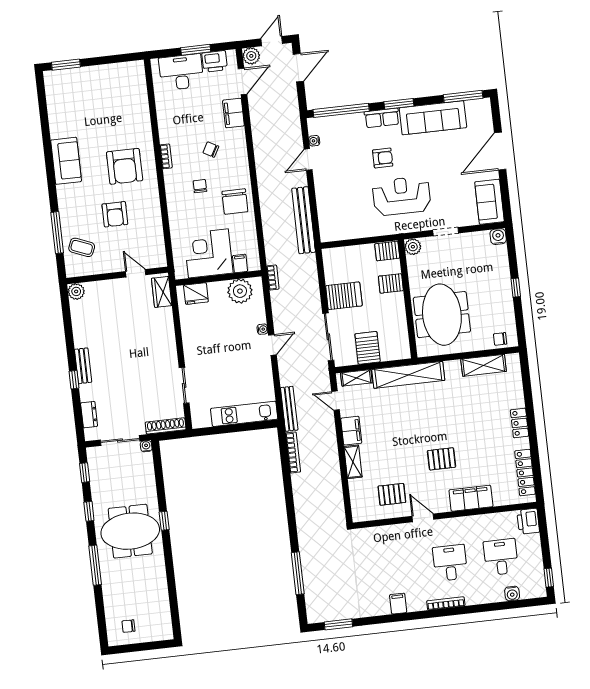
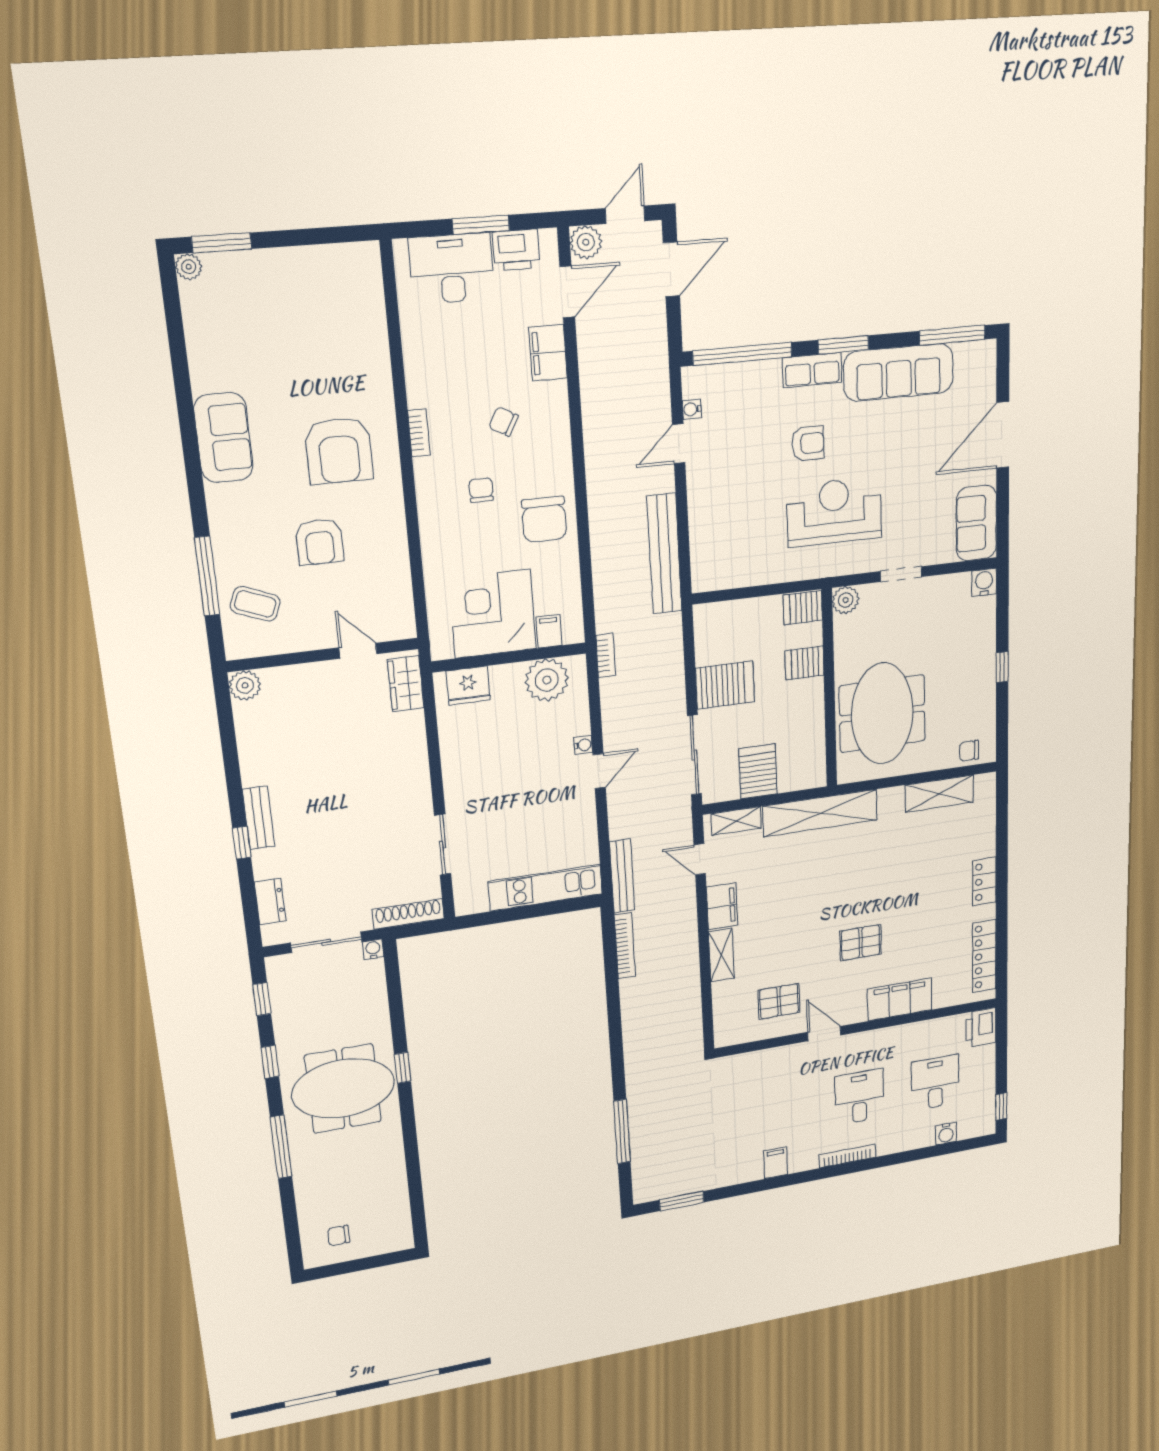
plant: (50, 77) -> (189, 267), added

